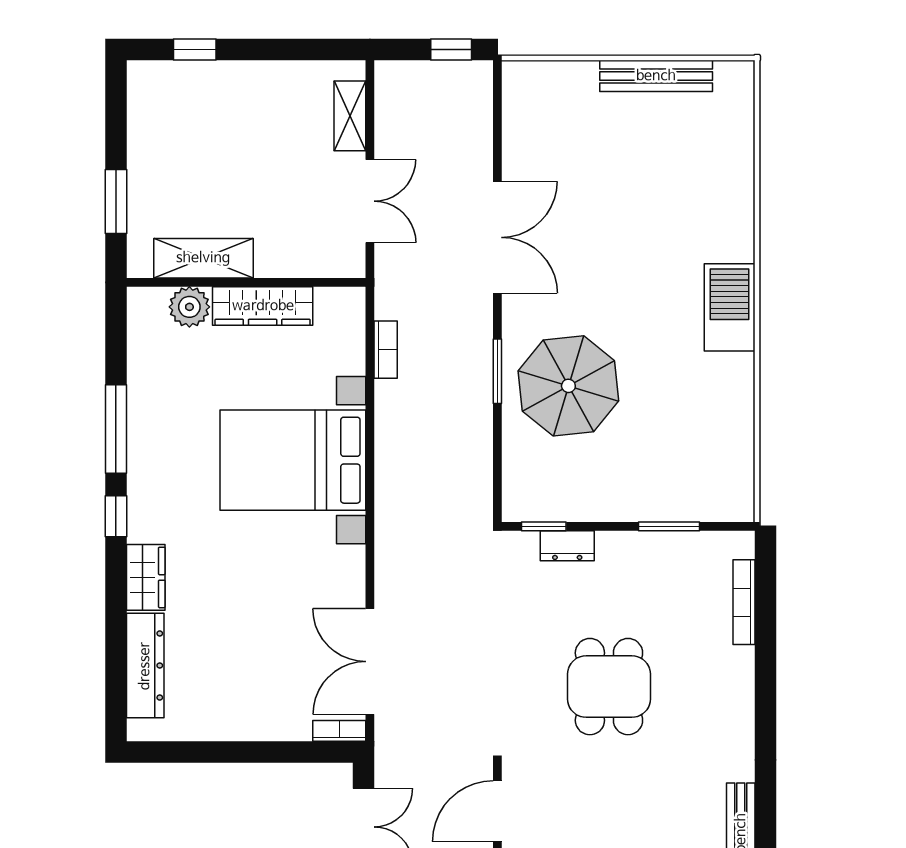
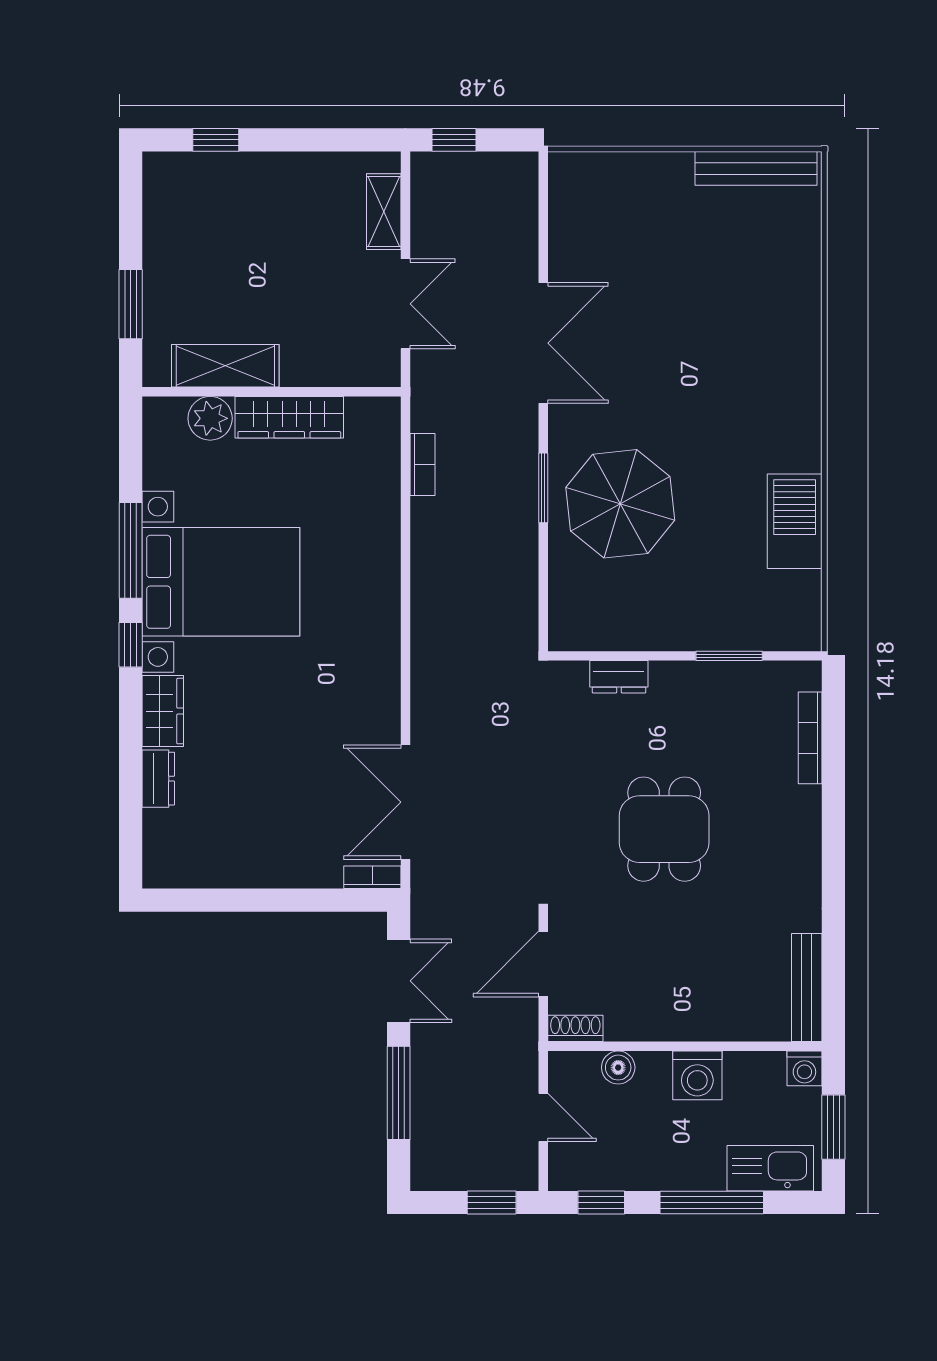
window: (451, 50) -> (454, 140), moved
bench: (656, 76) -> (756, 168), moved
barbecue: (730, 307) -> (795, 521), moved
bed with nightstands: (293, 460) -> (221, 582), moved, turned 180
window: (544, 526) -> (594, 656), removed
dresser: (145, 666) -> (158, 779), width x0.51, depth x0.80

